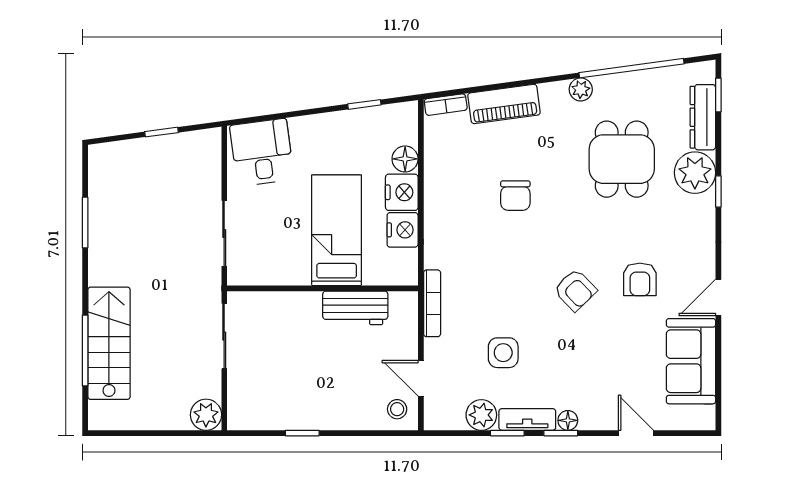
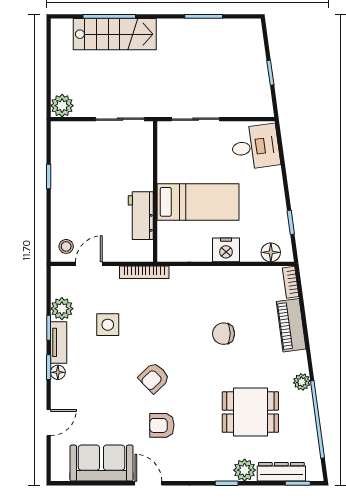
floor lamp: (405, 159) -> (271, 252), moved
plant: (695, 173) -> (245, 470), width x0.73, depth x0.73
nightstand: (403, 230) -> (198, 251), removed

